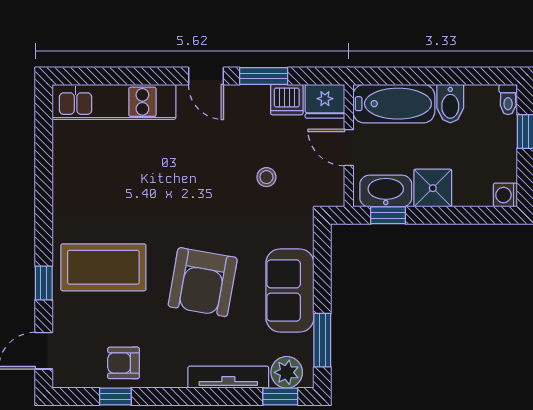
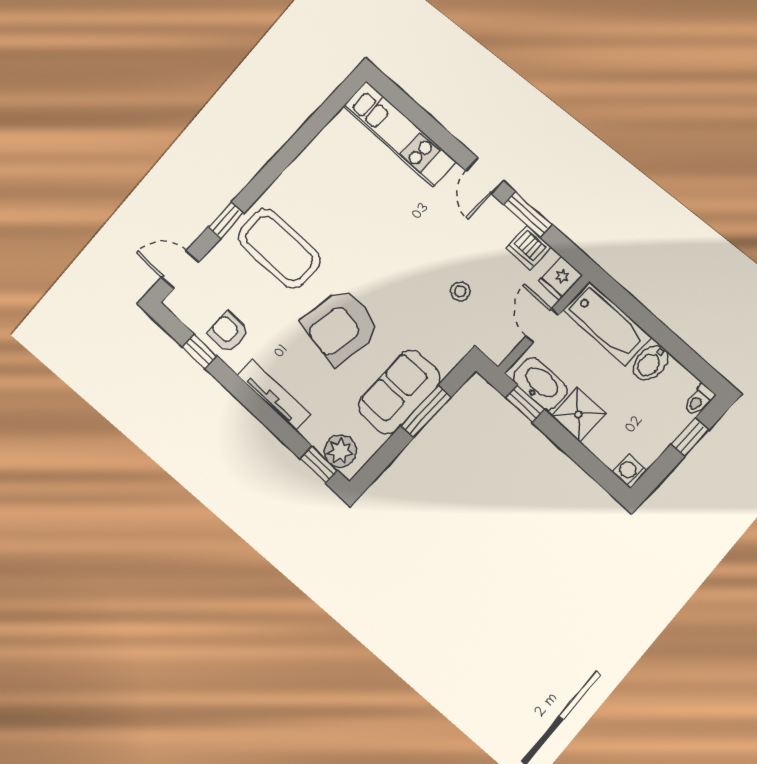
fridge: (325, 101) -> (560, 278), width x0.72
window: (322, 340) -> (426, 412), moved
tv unit: (228, 377) -> (274, 395), moved

